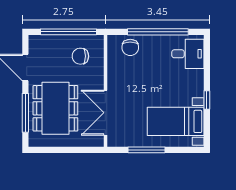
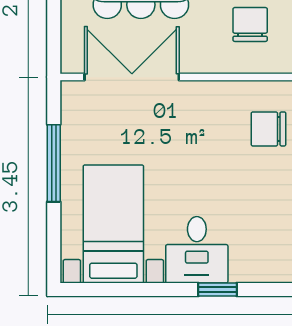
desk: (188, 54) -> (197, 250), moved
window: (207, 100) -> (217, 289), moved

